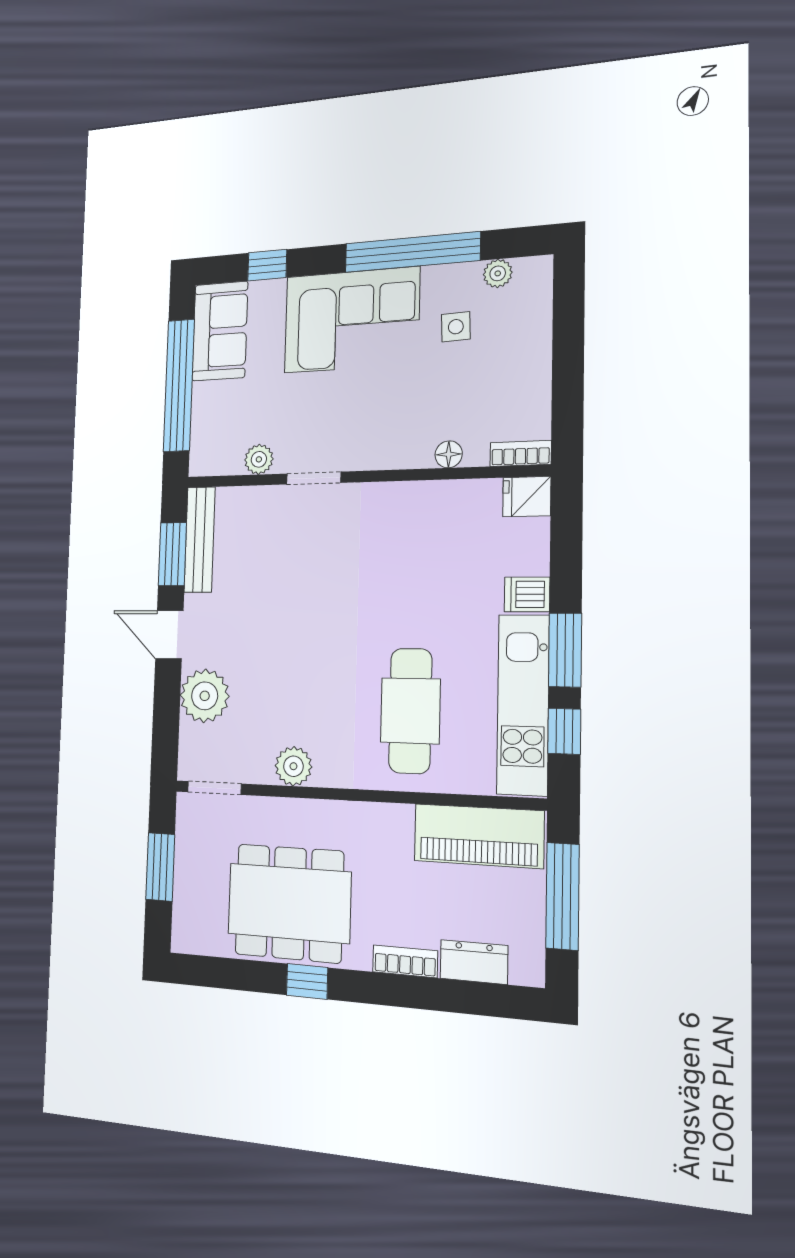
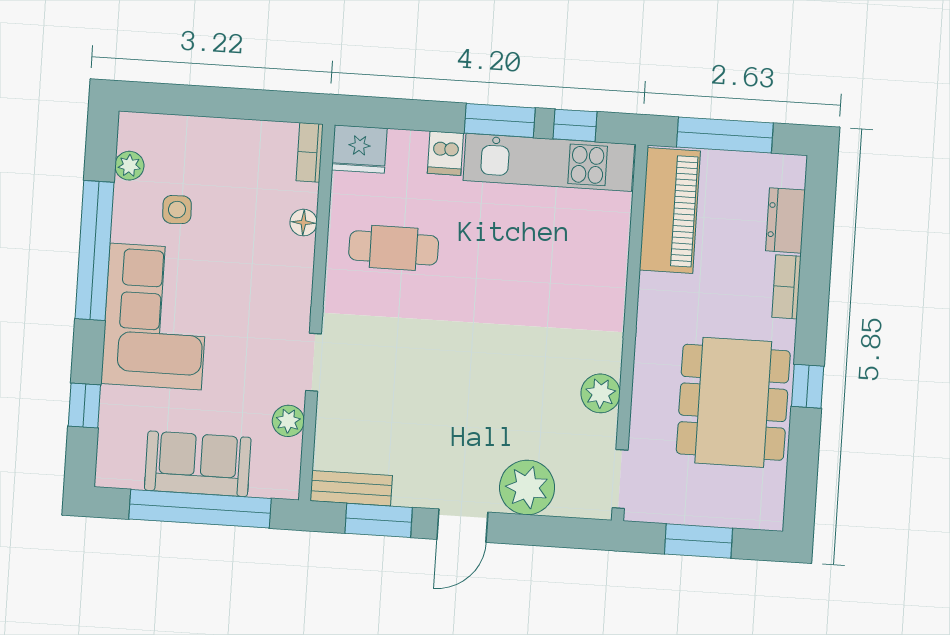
sofa: (220, 331) -> (198, 464), moved
fridge: (527, 497) -> (359, 149), width x1.38
bench: (200, 540) -> (351, 488), width x0.73
cafe table: (410, 711) -> (394, 248), moved, width x0.73, depth x0.74

